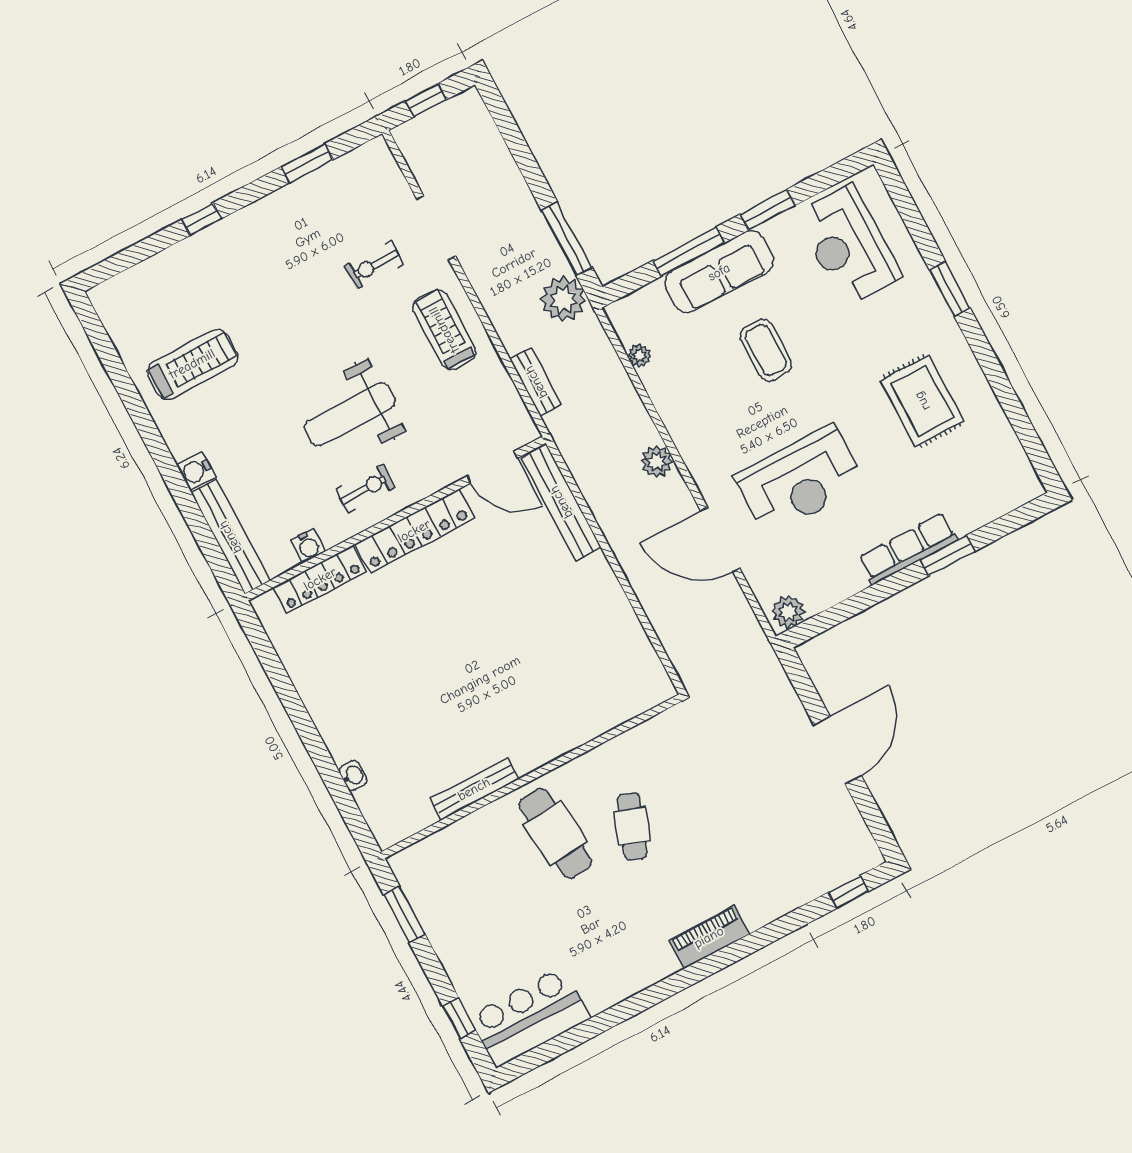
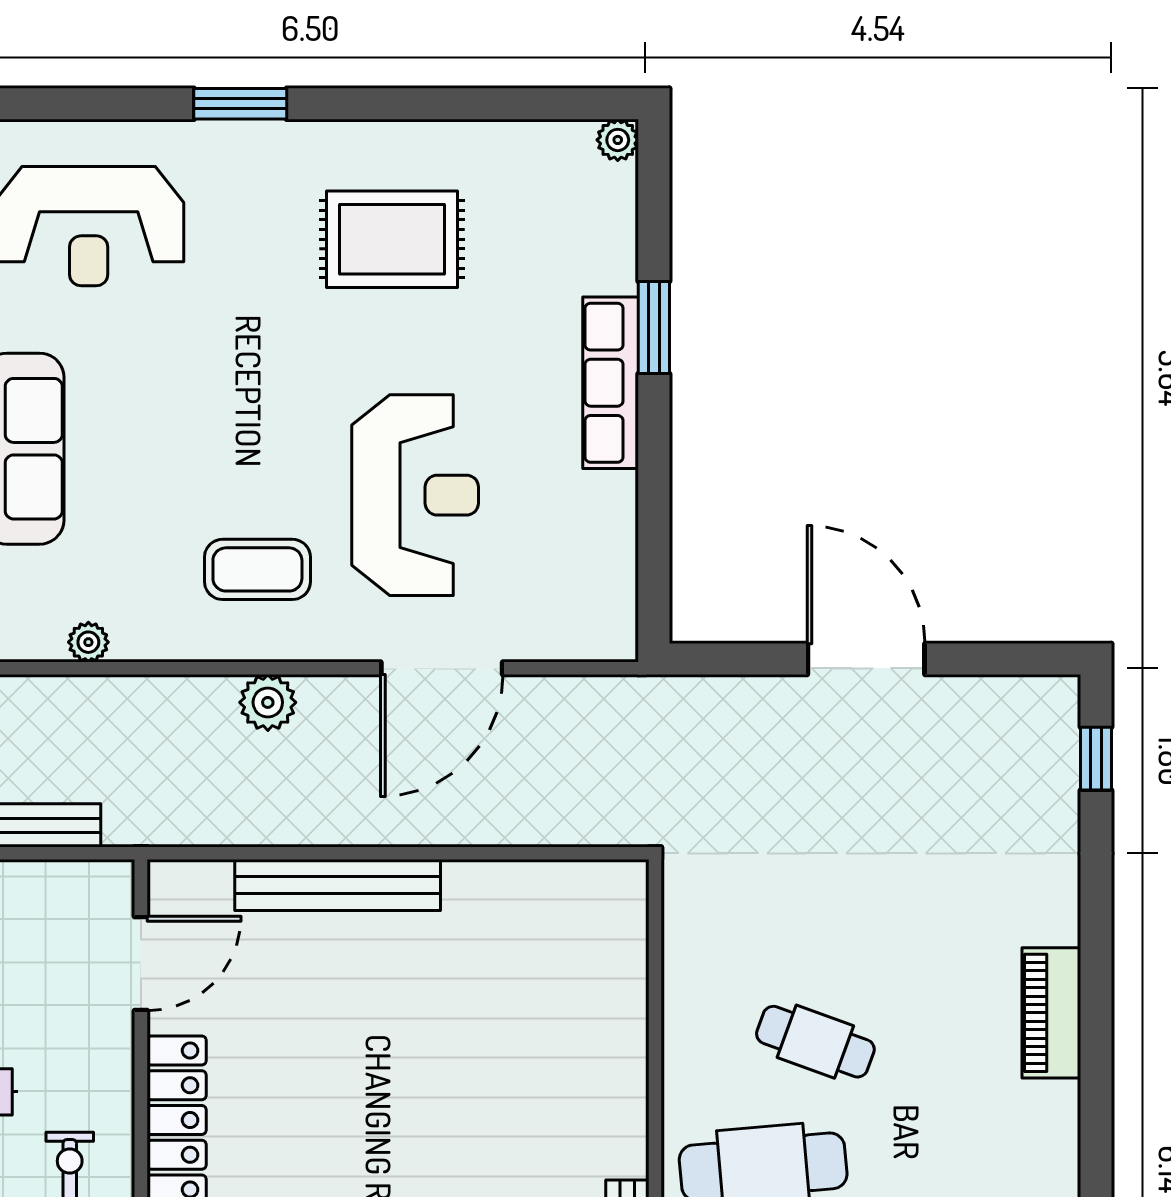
coffee table: (766, 350) -> (257, 569), moved
bench: (561, 502) -> (338, 885), moved
plant: (788, 612) -> (618, 140), moved, width x0.73, depth x0.73

